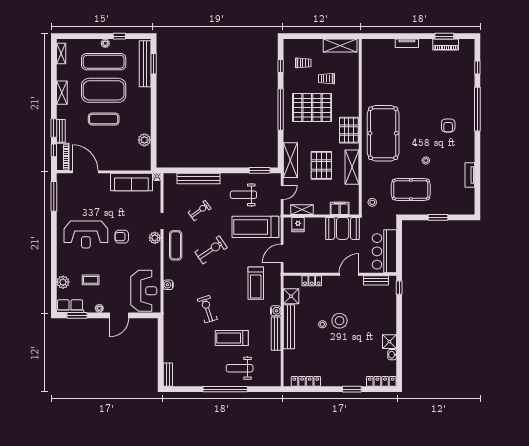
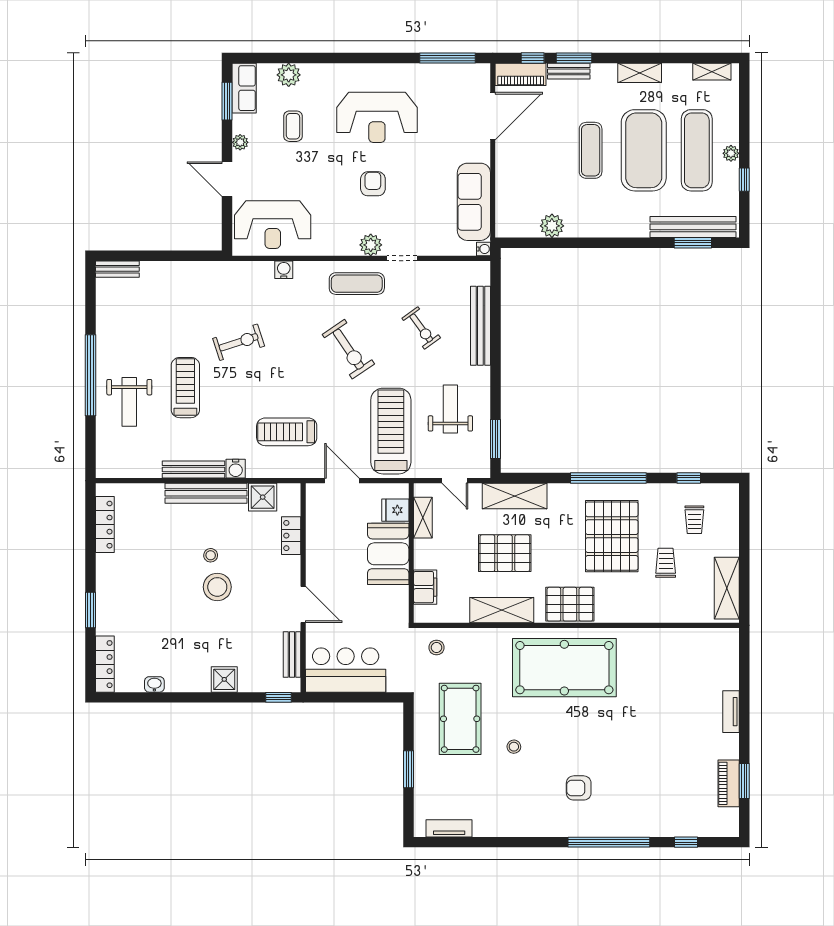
tv unit: (470, 175) -> (449, 828), moved
booth: (343, 228) -> (388, 554), moved
reception desk: (86, 234) -> (377, 117), turned -90
shower: (389, 342) -> (224, 679), moved
weight bench: (240, 368) -> (129, 402), turned 180

